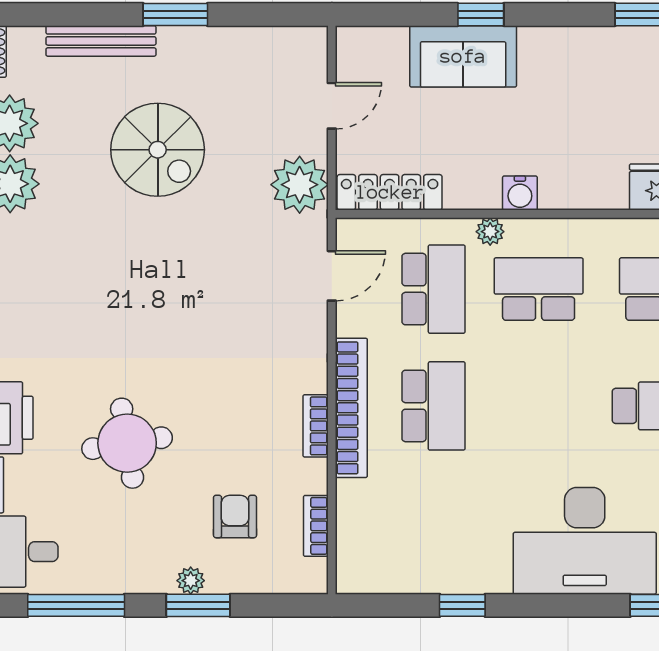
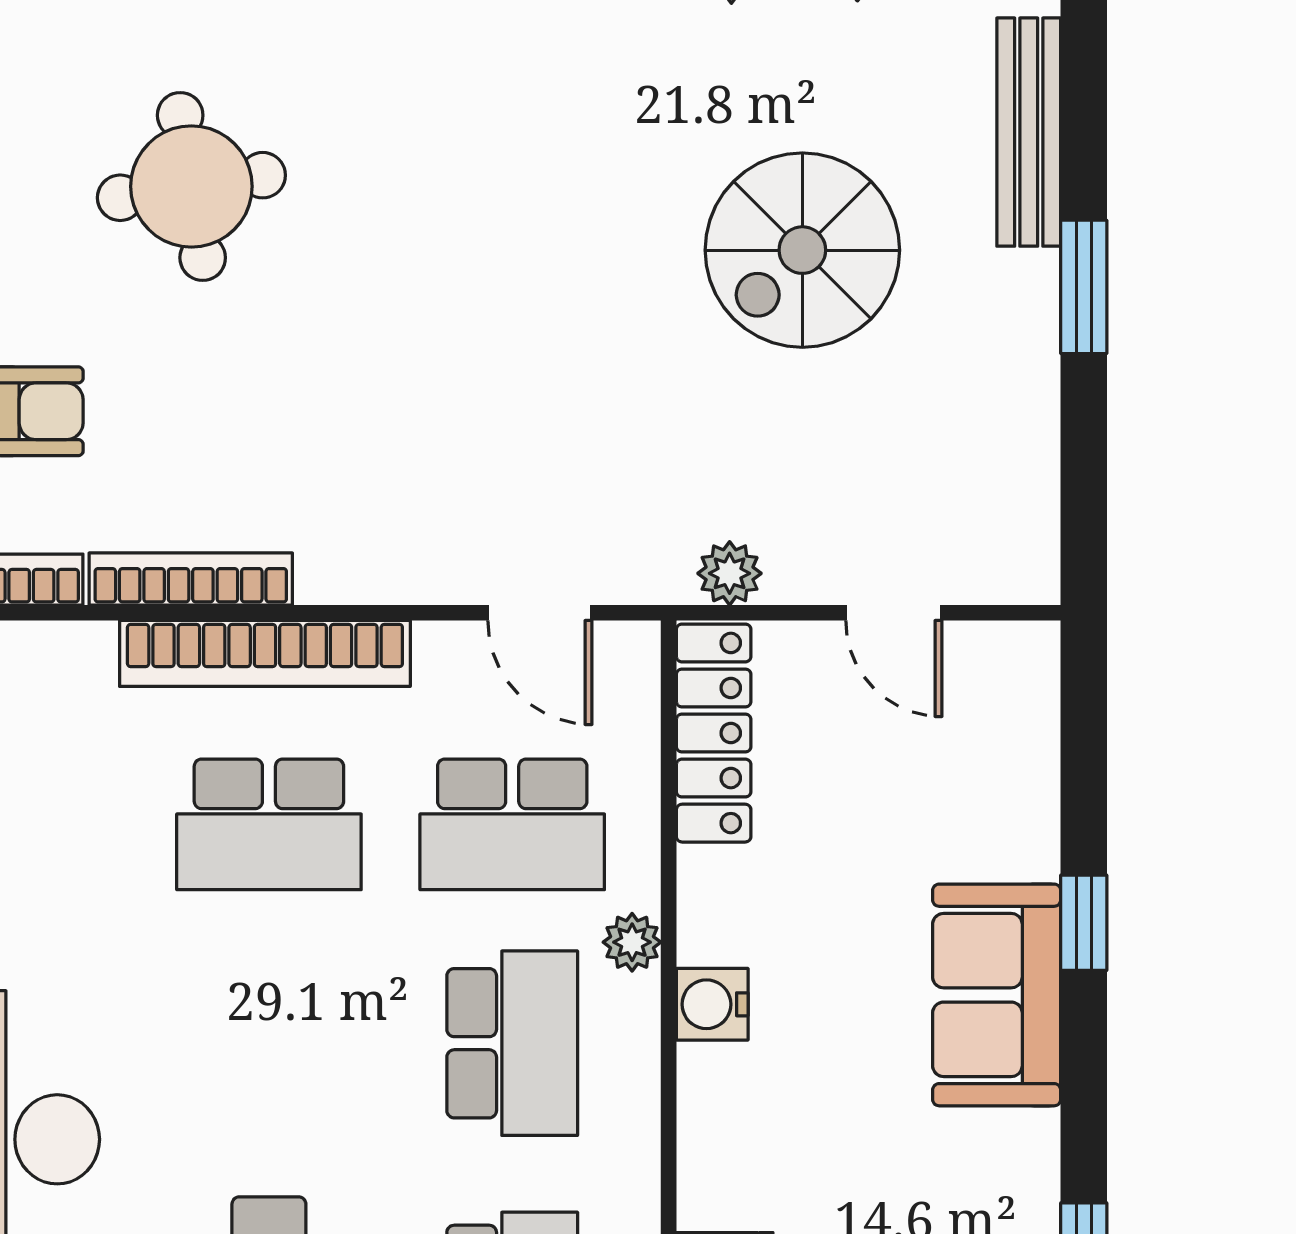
sofa: (463, 56) -> (997, 995), moved
plant: (300, 185) -> (730, 573), width x0.53, depth x0.53
bookcase: (316, 426) -> (191, 579), width x1.56

